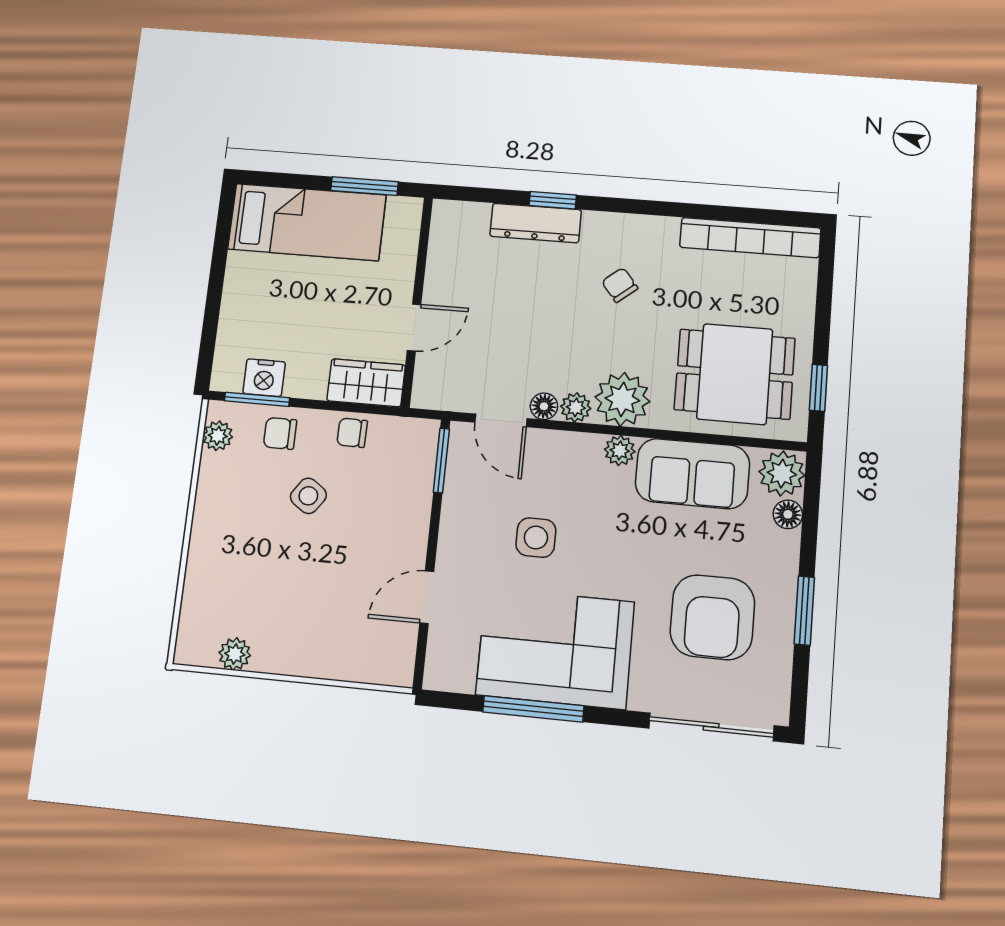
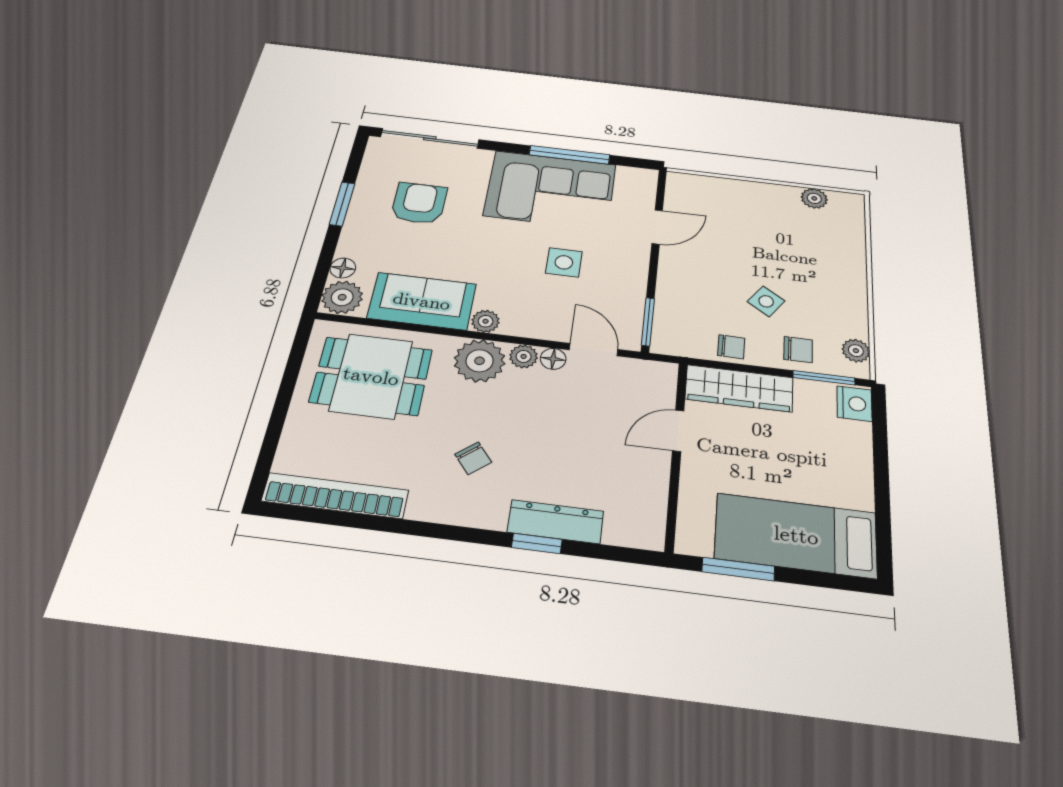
nightstand: (264, 378) -> (854, 404), moved, turned 90
wardrobe: (366, 383) -> (739, 388), width x1.50
window: (818, 388) -> (295, 361), removed
armchair: (712, 617) -> (419, 203), width x0.73, depth x0.73

